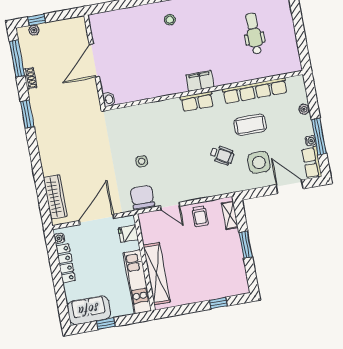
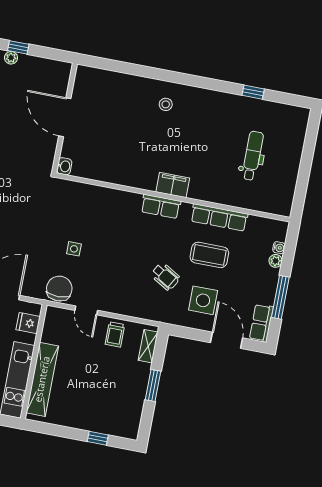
door: (94, 61) -> (65, 117), hinge flipped
row of seats: (255, 91) -> (219, 217), width x0.73
water cooler: (310, 141) -> (279, 248), moved

